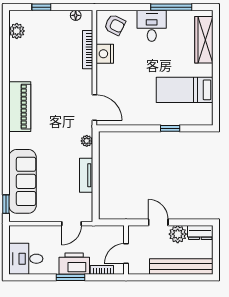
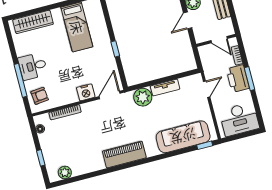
window: (171, 7) -> (21, 80), moved
armchair: (115, 25) -> (40, 96), turned 57
nightstand: (105, 54) -> (86, 92), moved
window: (170, 128) -> (115, 49), moved
plant: (87, 141) -> (143, 97), width x1.87, depth x1.87
door: (71, 224) -> (207, 89), hinge flipped
desk: (26, 259) -> (239, 119), width x1.37

